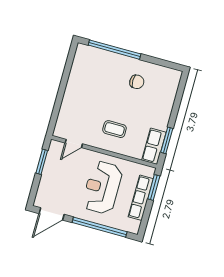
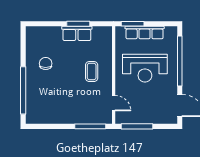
window: (56, 111) -> (90, 126), added
window: (167, 140) -> (78, 24), moved
row of seats: (154, 146) -> (77, 33), moved
window: (42, 162) -> (137, 126), width x1.44

